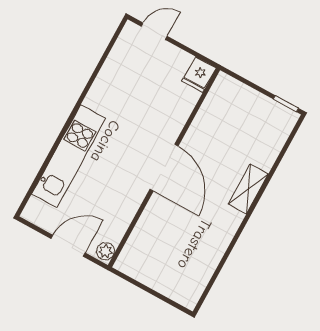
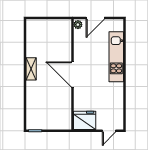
fridge: (199, 75) -> (85, 120), width x1.88, depth x1.34
shelving: (248, 189) -> (31, 69), moved

